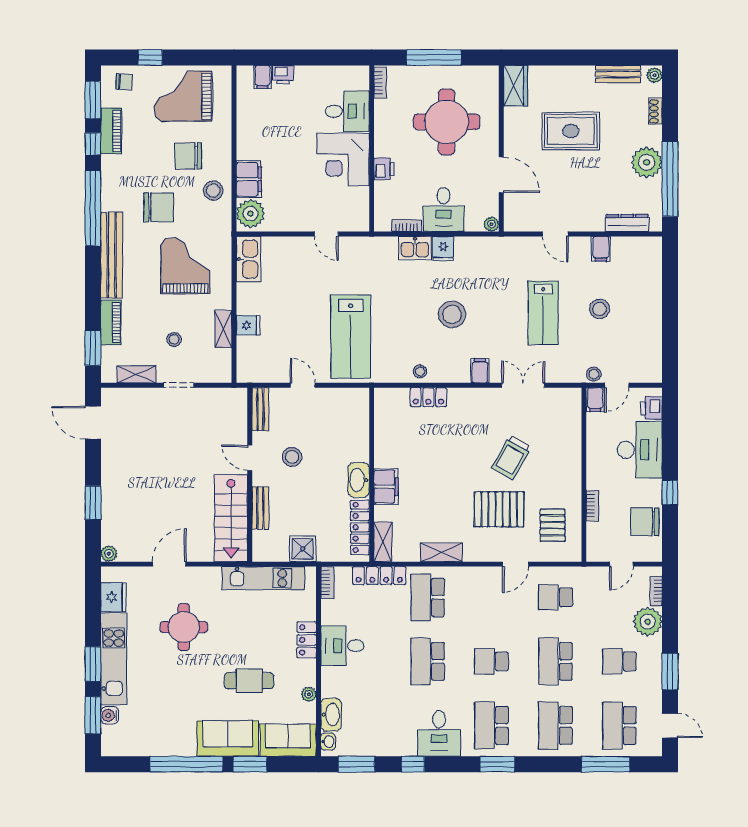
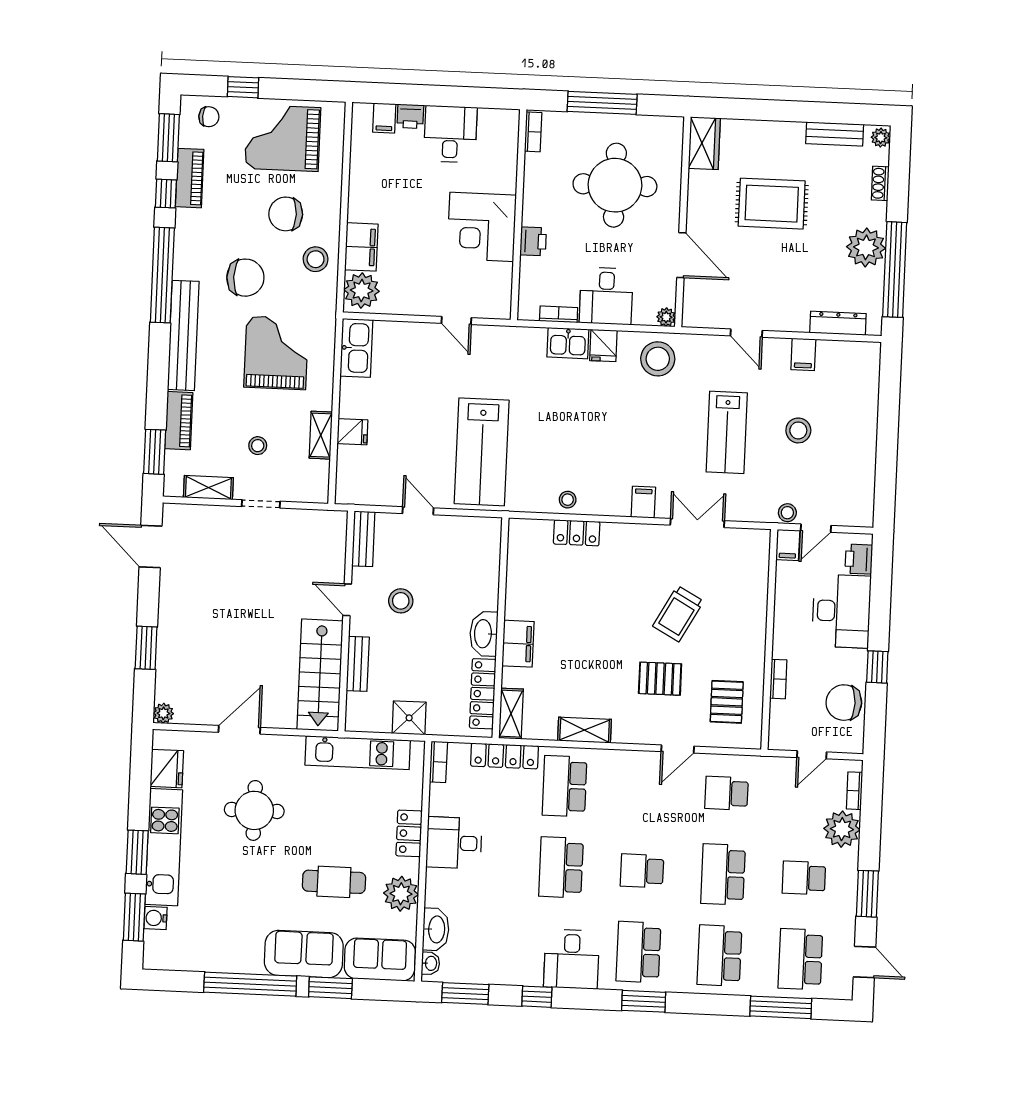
desk: (347, 111) -> (450, 134), moved, turned -90
stool: (452, 314) -> (658, 359), moved
pallet: (499, 509) -> (660, 679), width x0.67, depth x0.71
plant: (309, 694) -> (401, 894), width x1.88, depth x1.88

